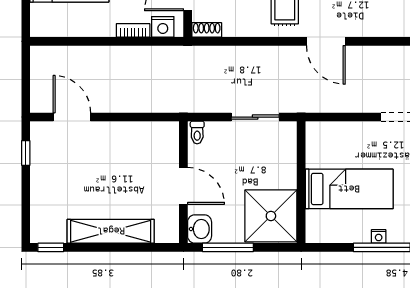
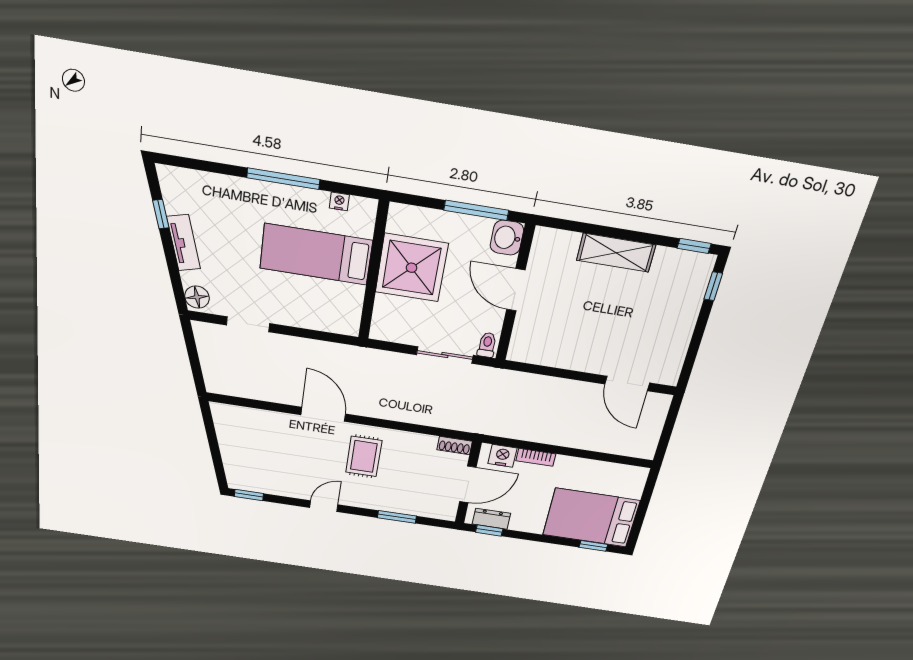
sliding door: (255, 117) -> (445, 355), moved
window: (26, 153) -> (713, 286), moved
shower: (271, 216) -> (412, 268), moved
shelving: (111, 231) -> (616, 253), width x0.68
nightstand: (379, 236) -> (339, 201), moved

